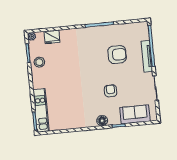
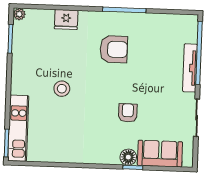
fridge: (52, 37) -> (66, 20), moved
armchair: (117, 55) -> (114, 49), moved
stool: (39, 62) -> (62, 89), moved
floor lamp: (102, 121) -> (128, 157), moved

